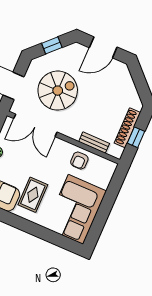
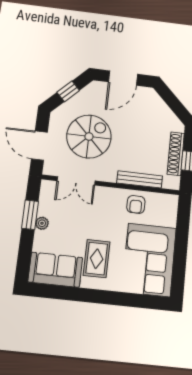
double door: (35, 125) -> (76, 181), width x0.73
bench: (94, 143) -> (140, 179), width x1.36

